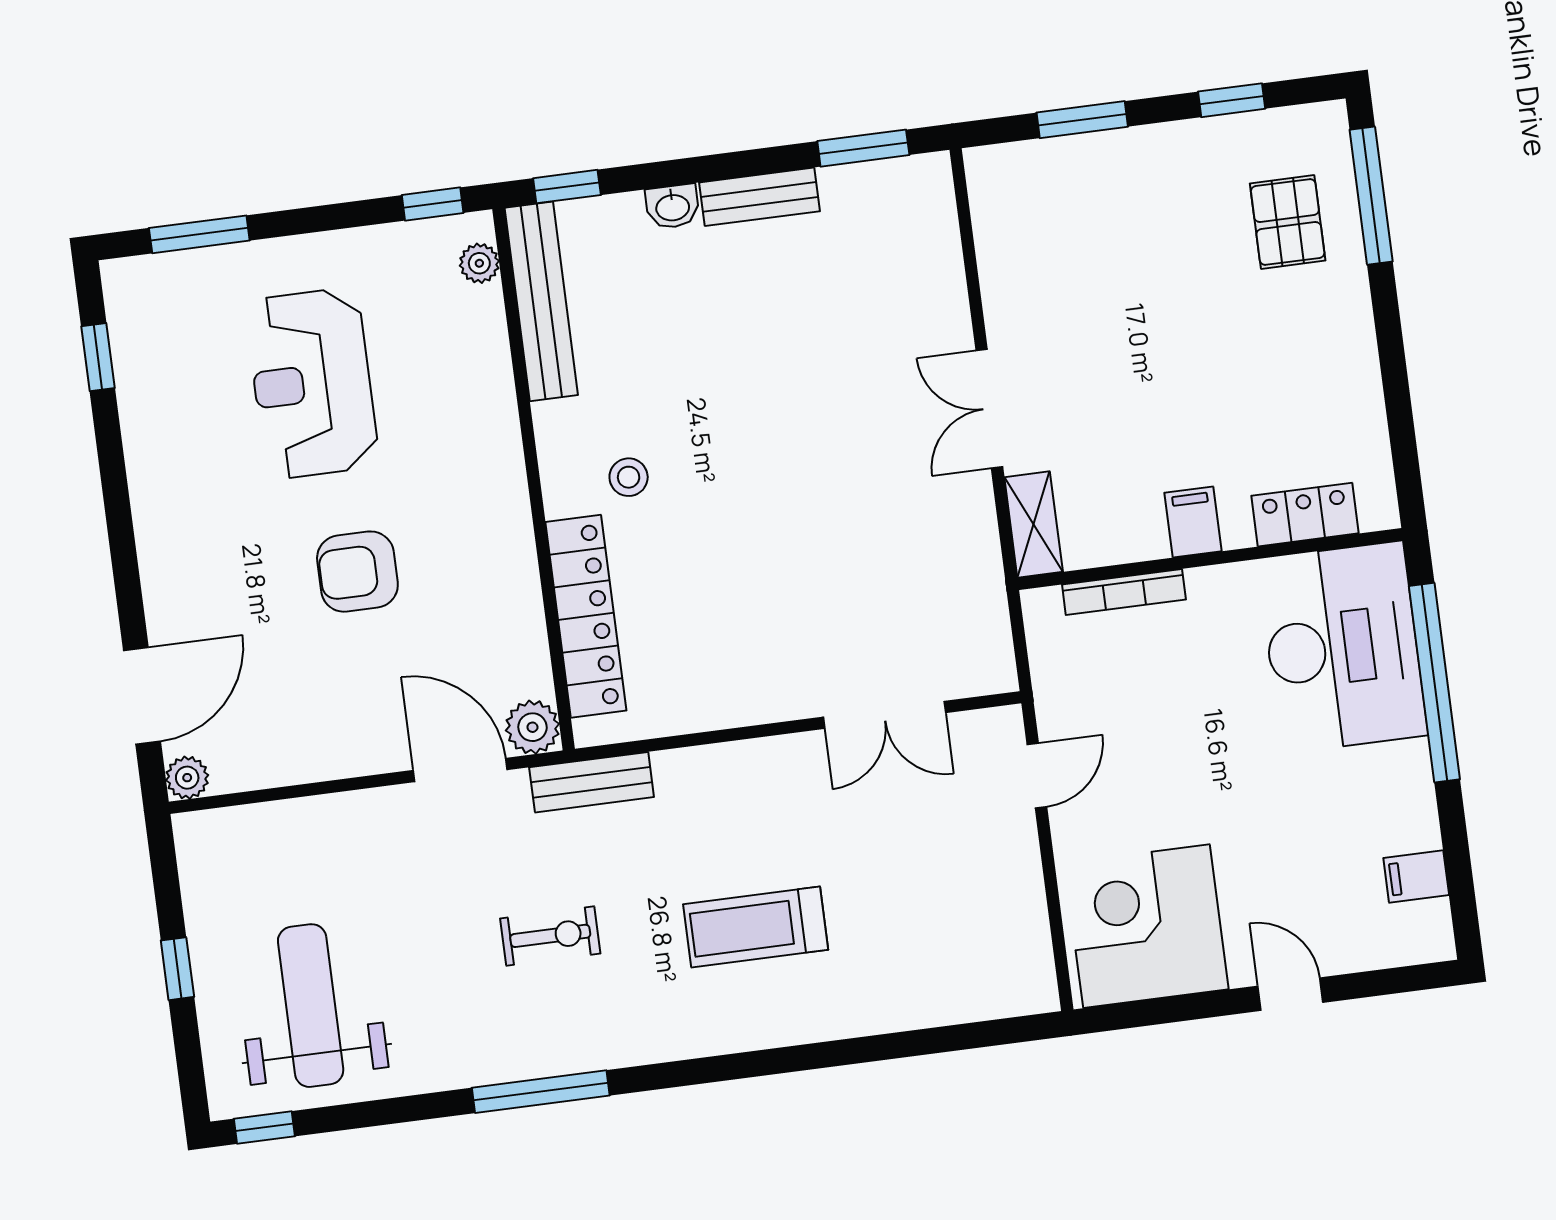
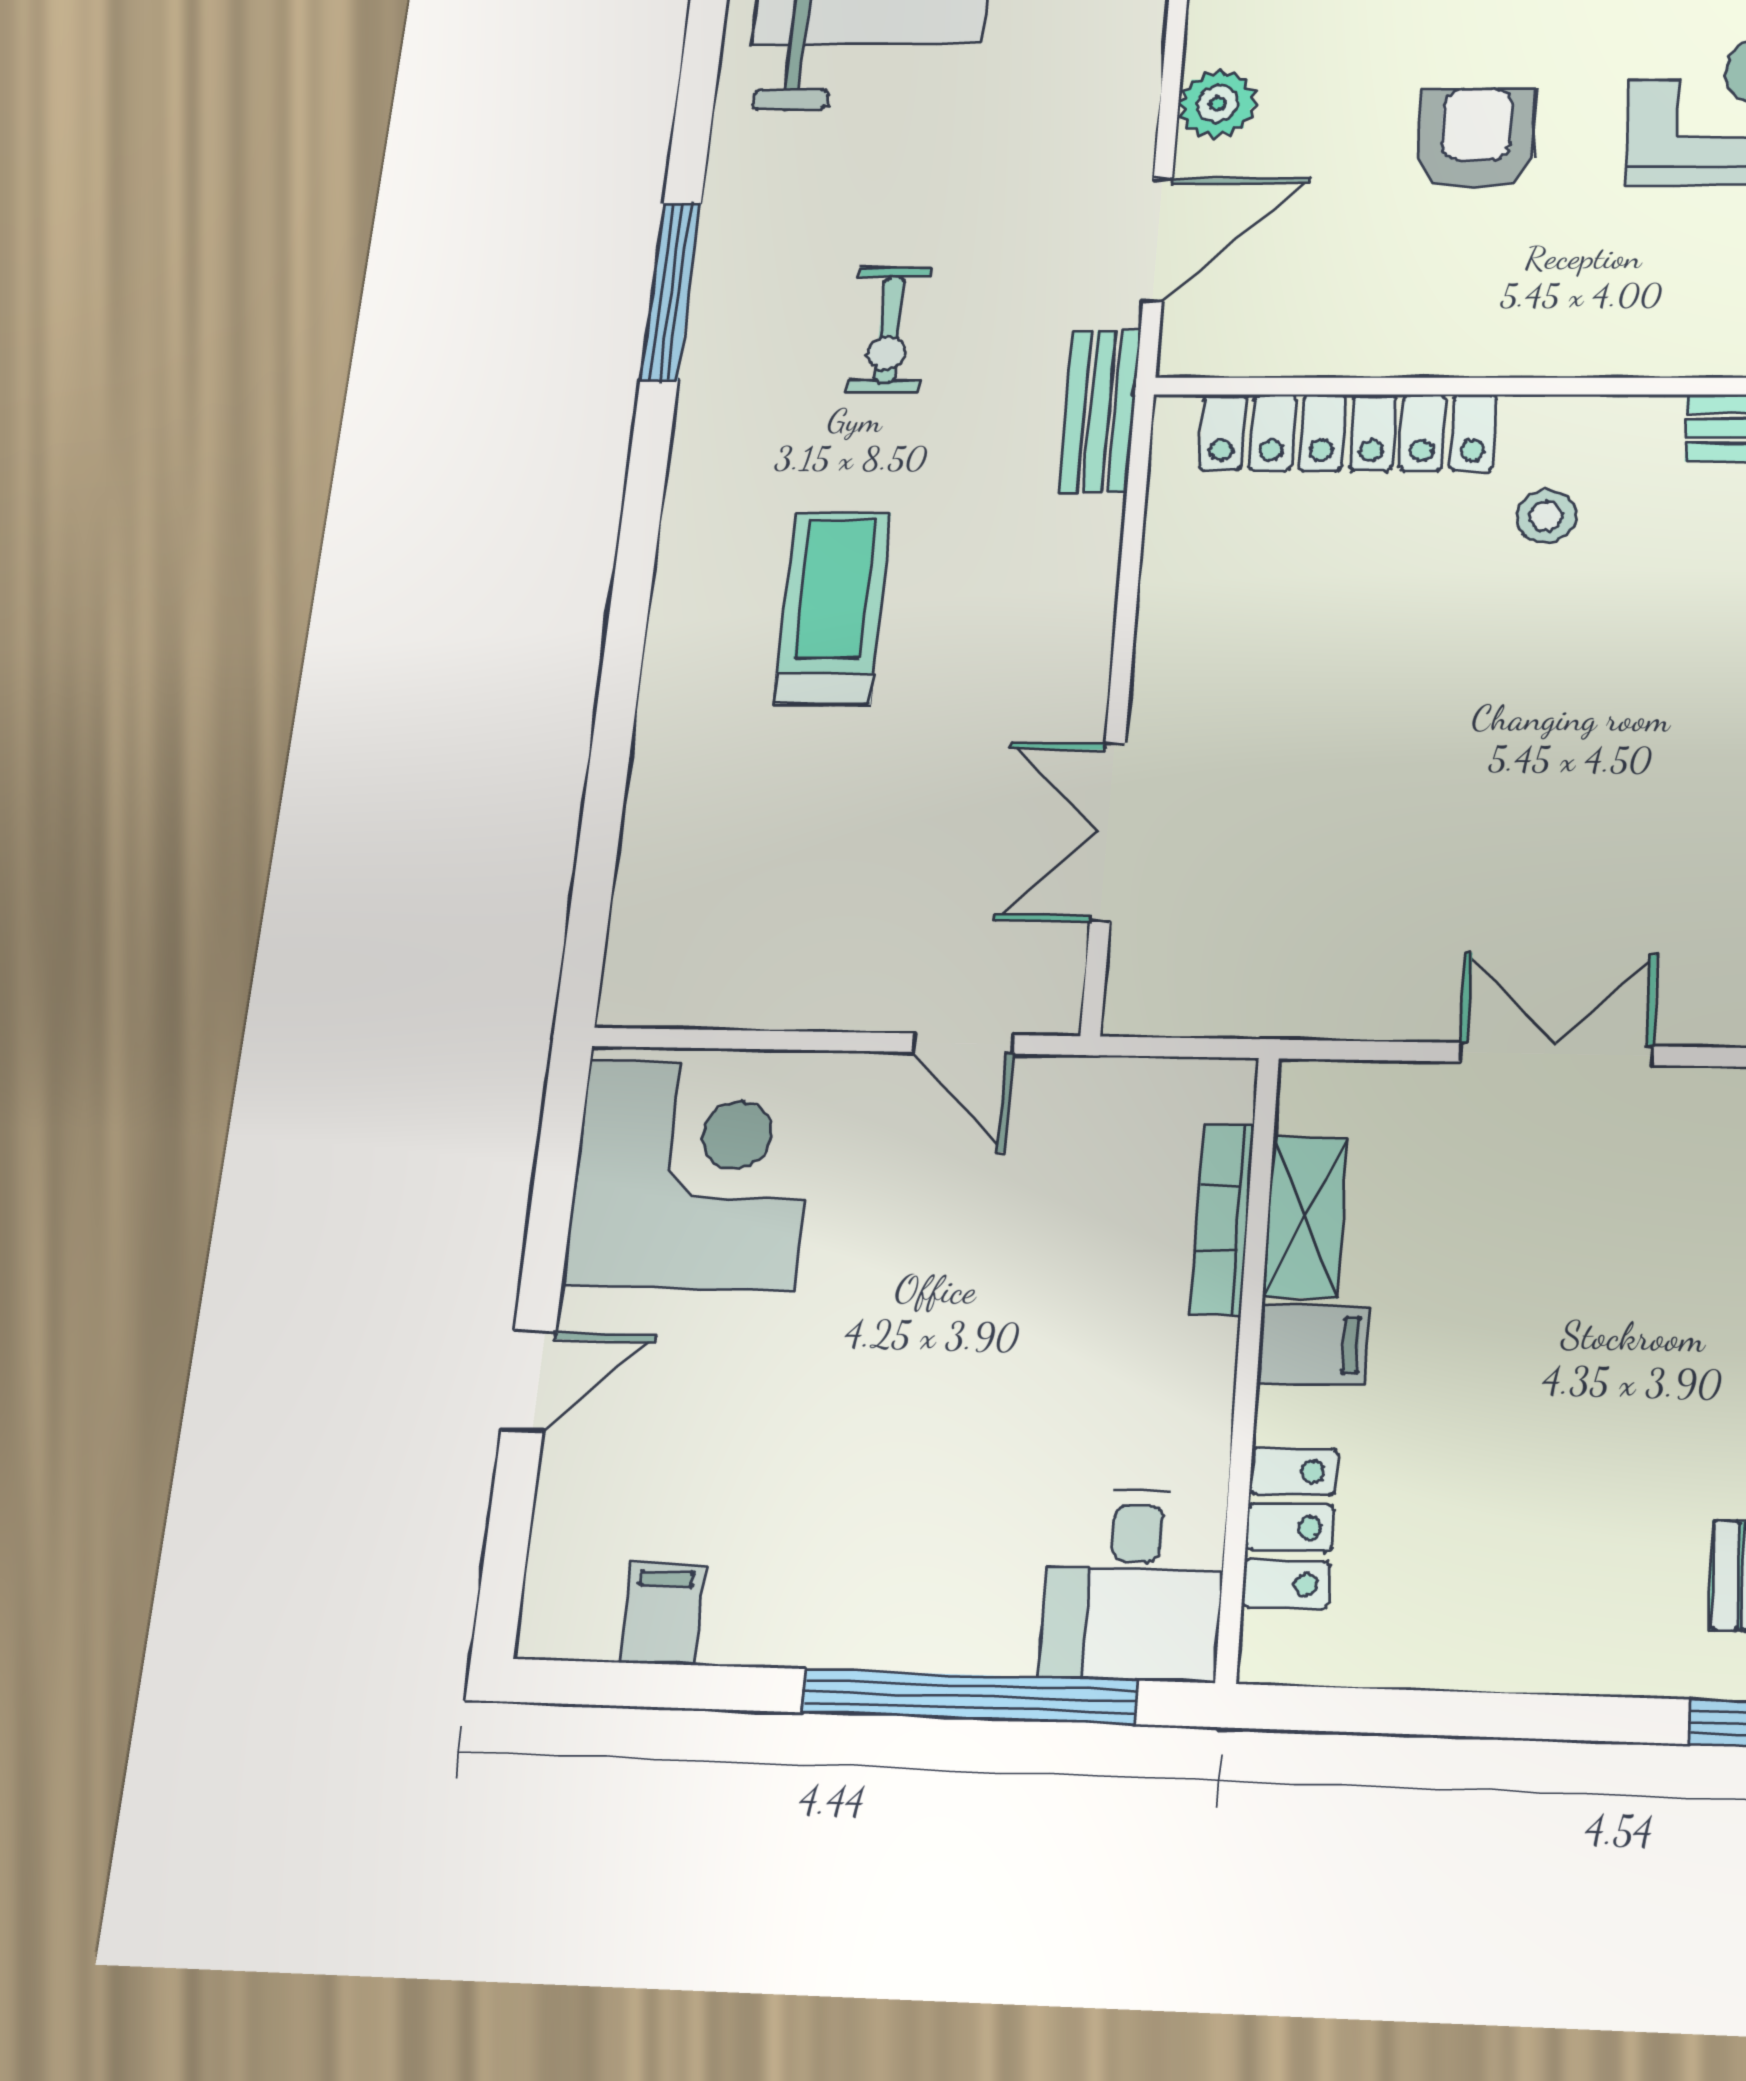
shelving: (1034, 524) -> (1305, 1217), moved, turned 90
desk: (1343, 647) -> (1134, 1585), width x0.53, depth x0.77
plant: (532, 727) -> (1218, 104), moved

